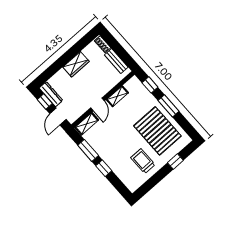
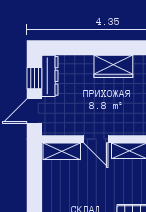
door: (97, 104) -> (96, 139), hinge flipped
window: (88, 150) -> (34, 185), removed

